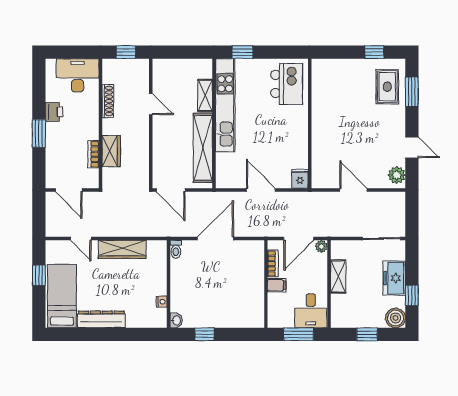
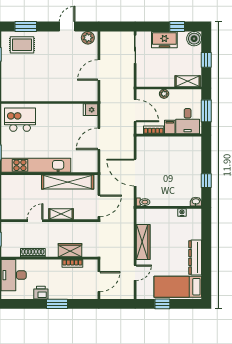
shelving: (205, 95) -> (61, 214), moved
plant: (321, 246) -> (164, 94), moved
shelving: (338, 277) -> (188, 81), moved
desk: (311, 311) -> (188, 121), moved, turned 90

